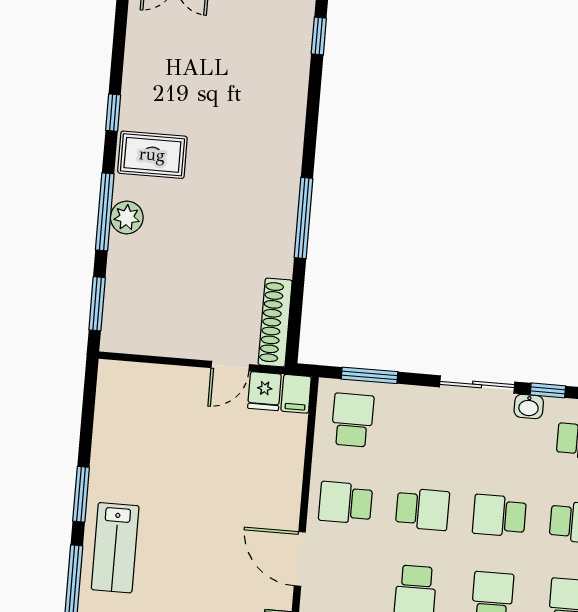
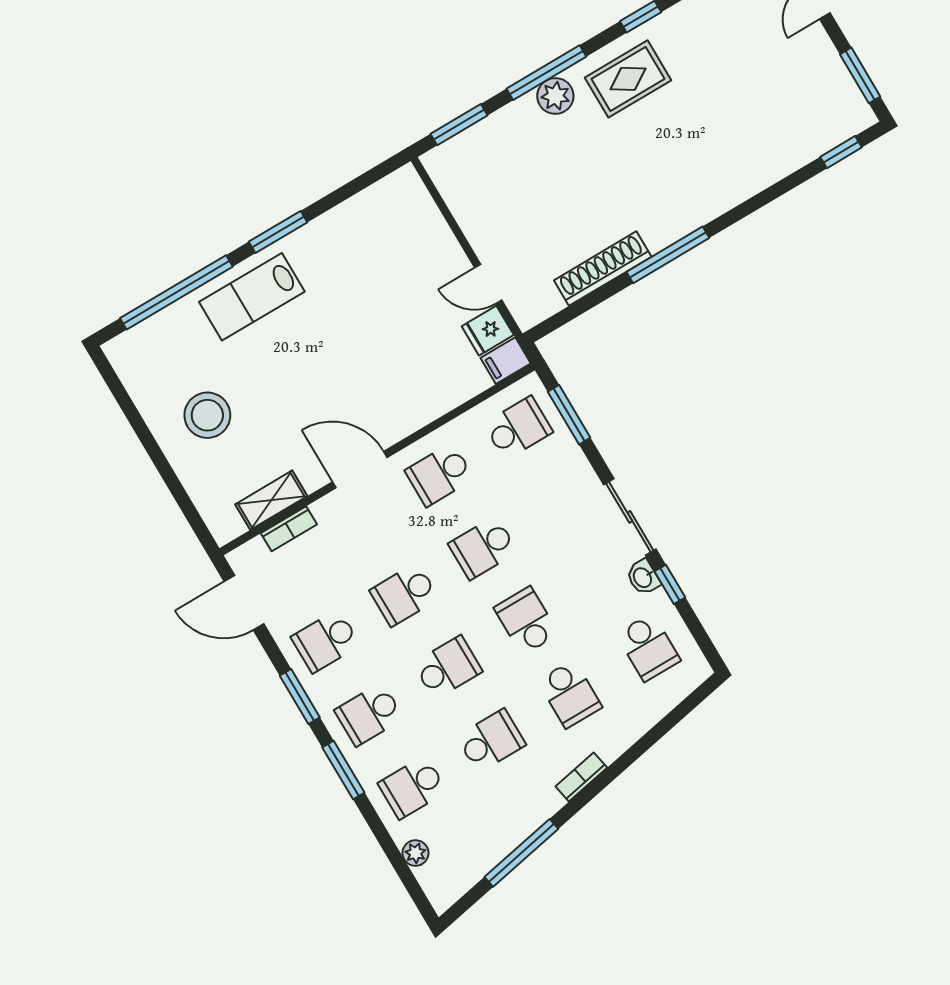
rug: (152, 155) -> (628, 79), turned 90
shoe rack: (275, 322) -> (603, 269), moved
school desk: (346, 503) -> (440, 475), turned -90
school desk: (422, 509) -> (483, 548), turned 90
door: (300, 559) -> (360, 470), hinge flipped

